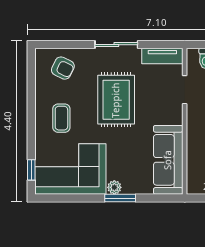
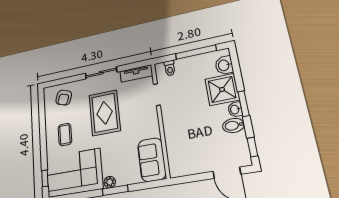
armchair: (63, 68) -> (64, 98), turned 83
sofa: (168, 160) -> (152, 160), width x0.73

